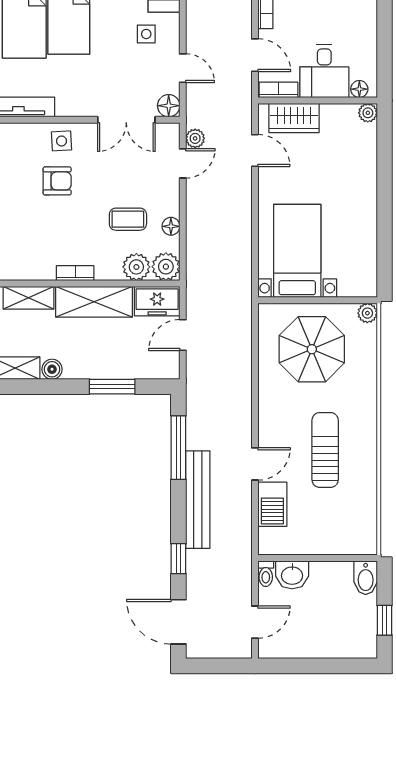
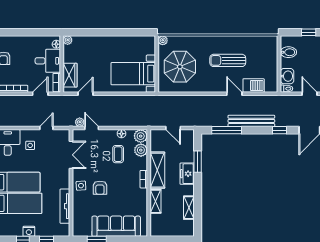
floor lamp: (169, 106) -> (64, 135), removed
armchair: (57, 181) -> (100, 188), turned 180
freezer: (157, 301) -> (187, 174), moved, turned 180
boiler: (52, 369) -> (189, 190), removed
bidet: (366, 578) -> (288, 52), moved

